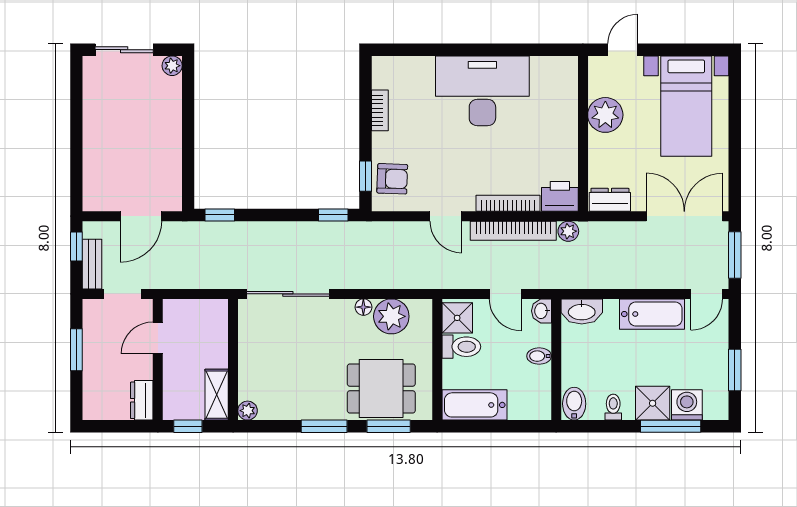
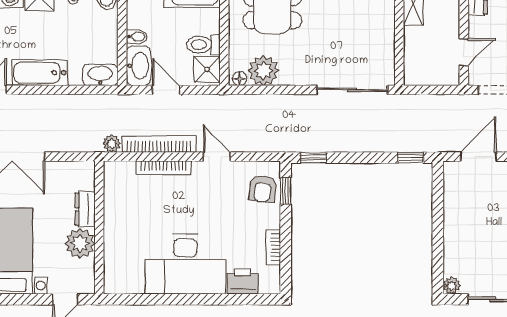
armchair: (392, 179) -> (263, 189), turned -85
printer: (560, 196) -> (243, 281), moved, turned 180
dresser: (610, 200) -> (85, 209), moved, turned 90
floor lamp: (363, 307) -> (240, 79), moved
washbasin: (542, 311) -> (138, 66), width x1.91, depth x1.45

